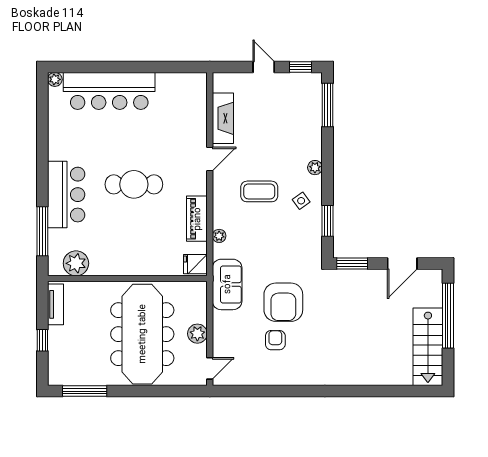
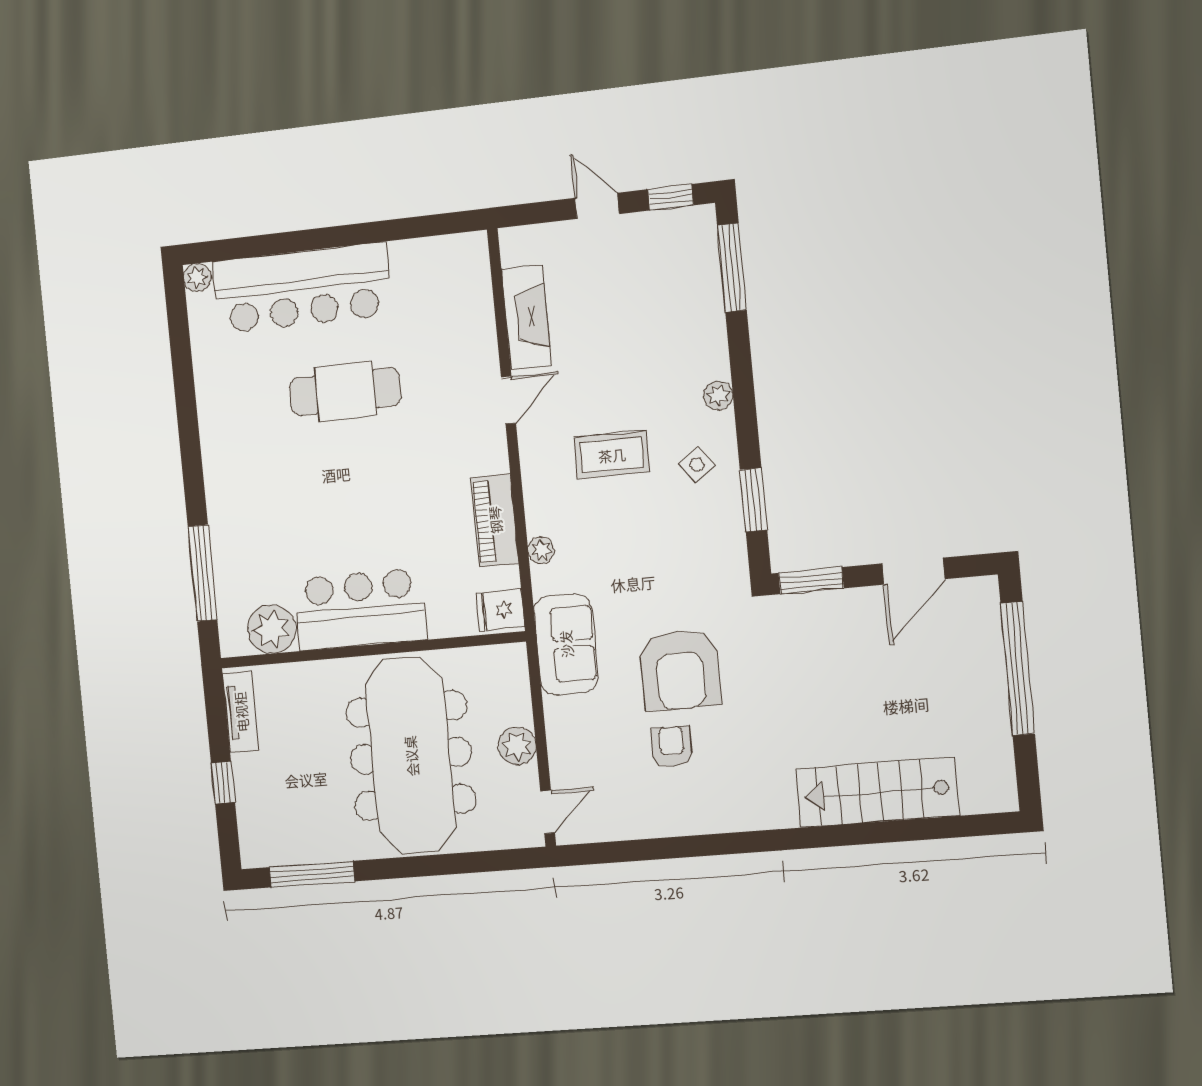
cafe table: (134, 184) -> (345, 392), moved
bar counter: (66, 195) -> (360, 609), moved, turned -90
stairs: (428, 347) -> (877, 792), moved, turned 90

